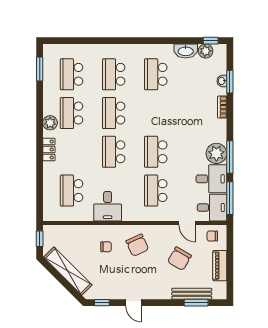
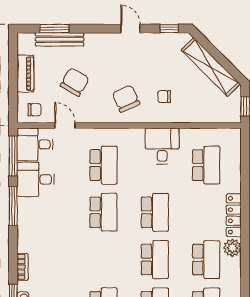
locker: (49, 149) -> (234, 215), width x1.53
plant: (216, 153) -> (30, 210), removed

